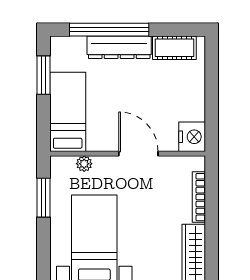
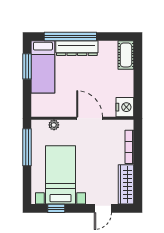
cot: (174, 48) -> (126, 55), moved, turned 90
bed: (68, 112) -> (43, 67), moved, turned 180
window: (43, 198) -> (27, 147), width x1.44

